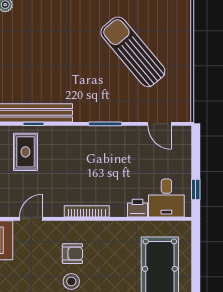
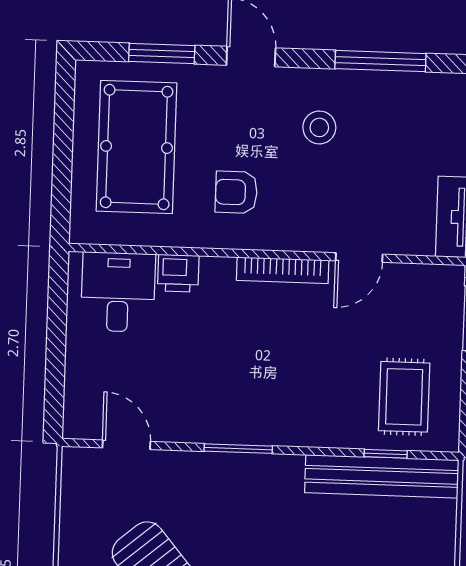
window: (196, 190) -> (57, 307), removed
door: (31, 219) -> (359, 258), moved
armchair: (72, 254) -> (236, 192), moved

